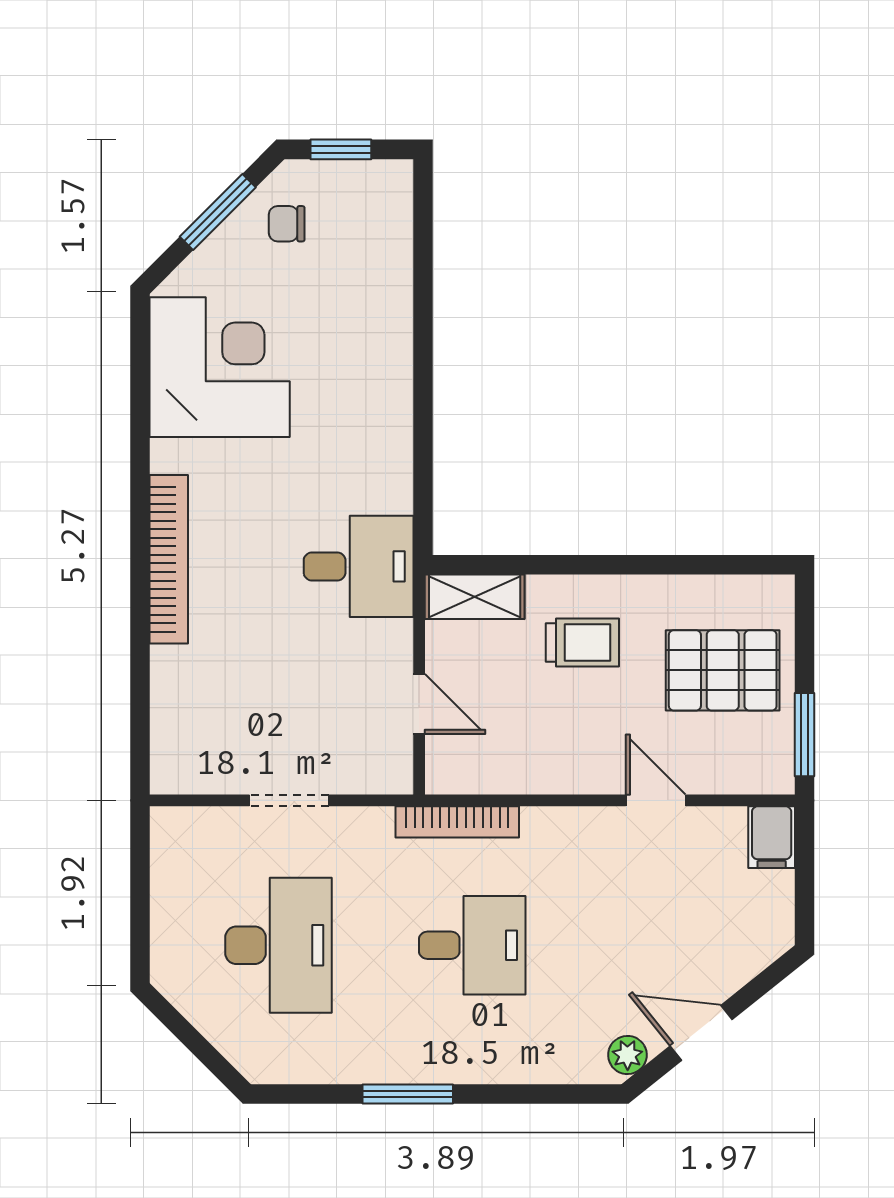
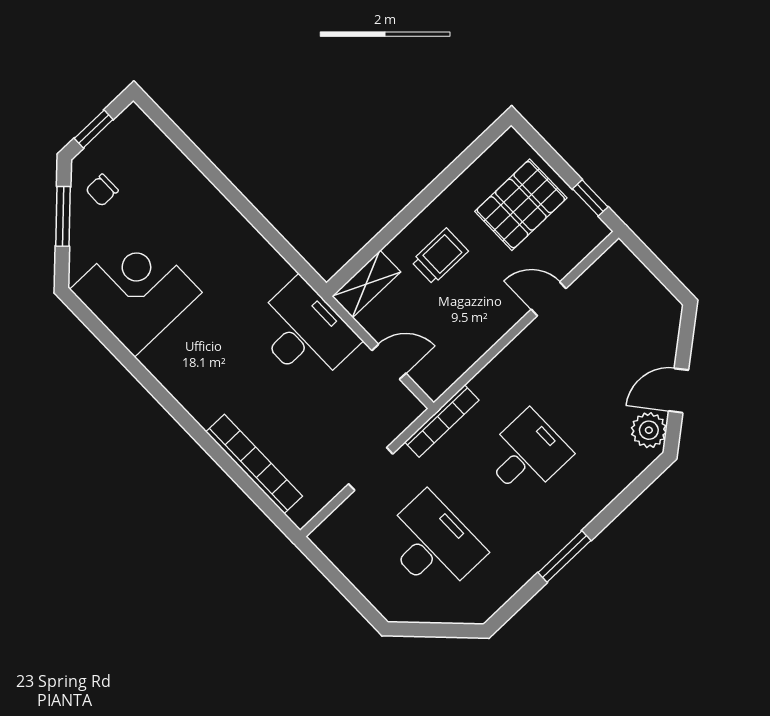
bookcase: (169, 559) -> (254, 464), moved
desk: (359, 566) -> (305, 332), width x1.37
window: (804, 735) -> (590, 198), width x0.67
bookcase: (457, 822) -> (442, 421), moved
filing cabinet: (772, 837) -> (622, 263), removed
plant: (627, 1055) -> (649, 430), width x1.38, depth x1.38

